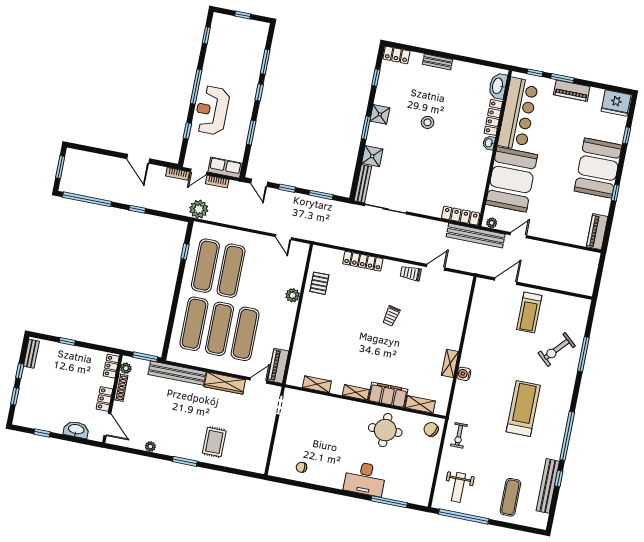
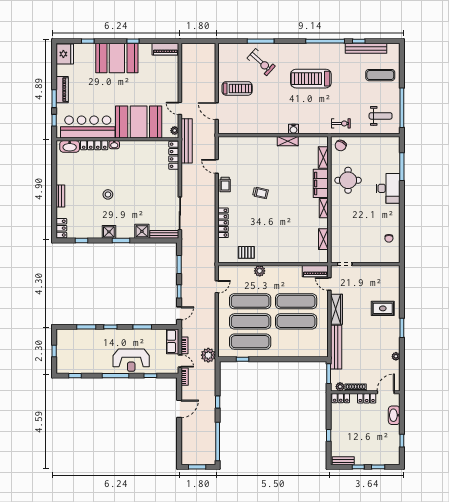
exercise mat: (194, 324) -> (250, 301), moved

